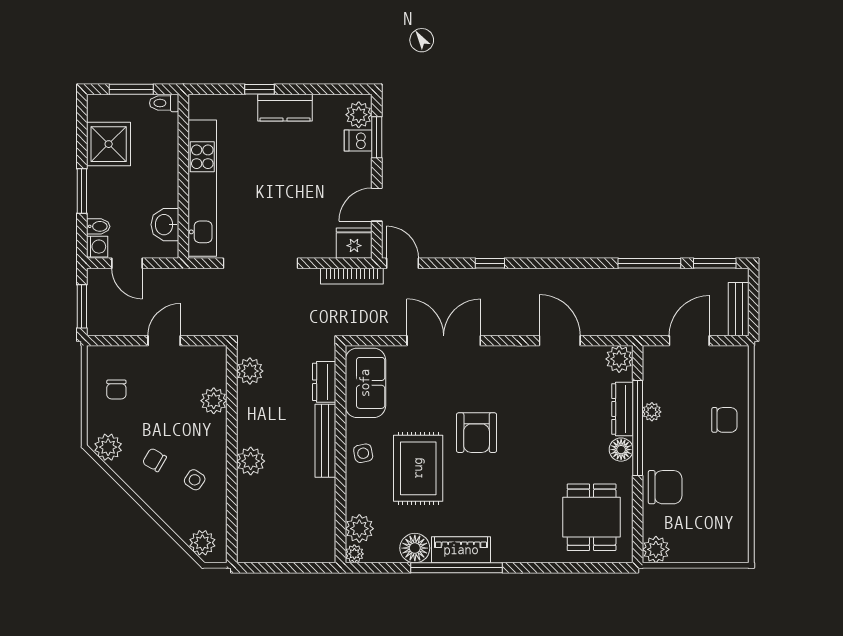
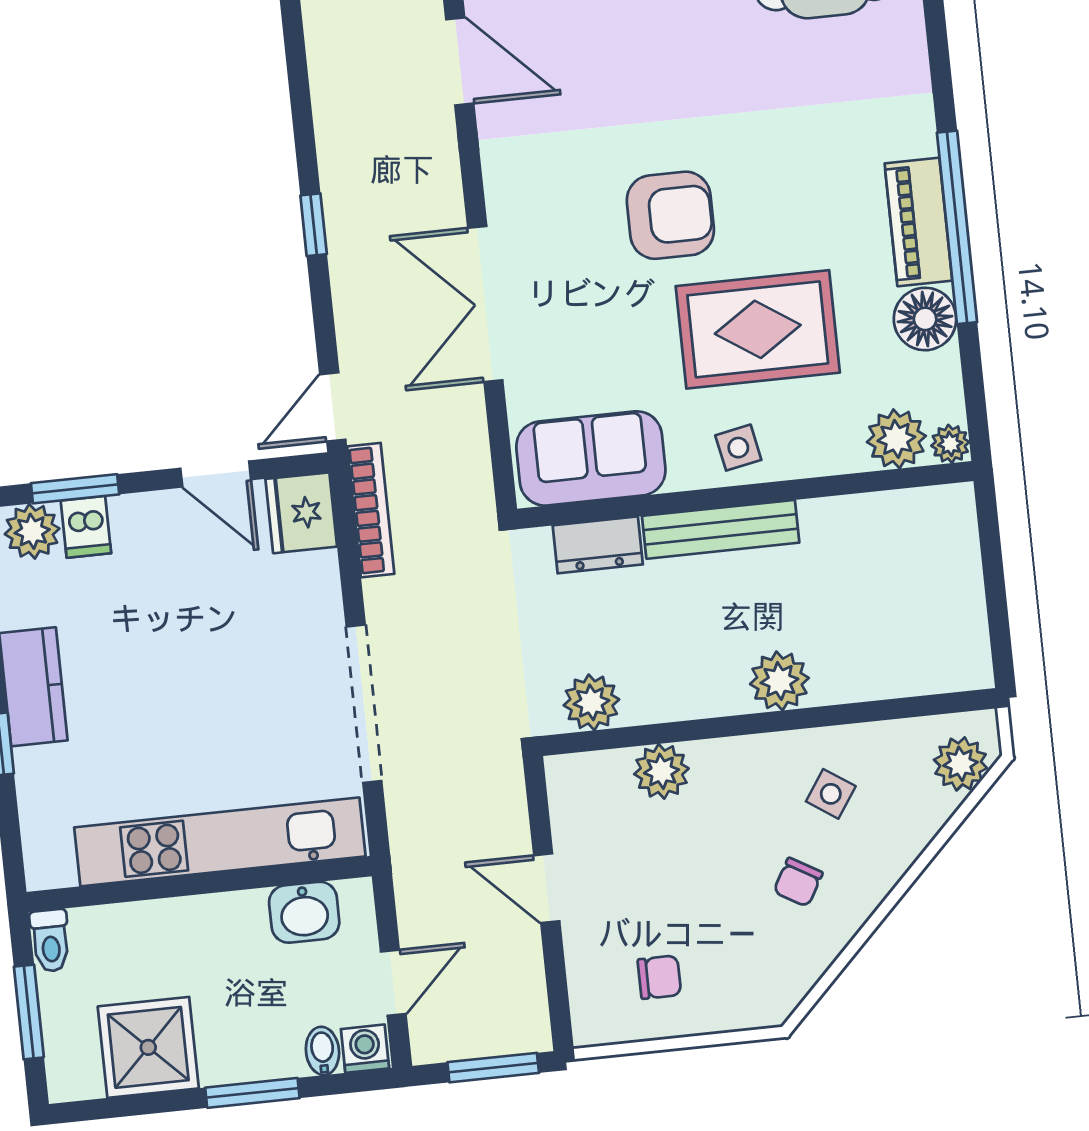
door: (560, 341) -> (460, 61), swing flipped
plant: (108, 447) -> (782, 982), removed

